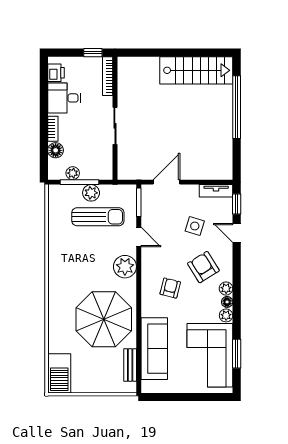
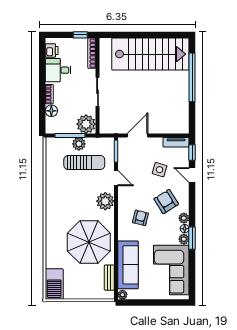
stairs: (196, 70) -> (150, 54), width x1.36, depth x1.51
plant: (73, 173) -> (86, 124), moved, width x1.87, depth x1.87
window: (237, 354) -> (192, 238), moved
plant: (147, 387) -> (122, 295), added

